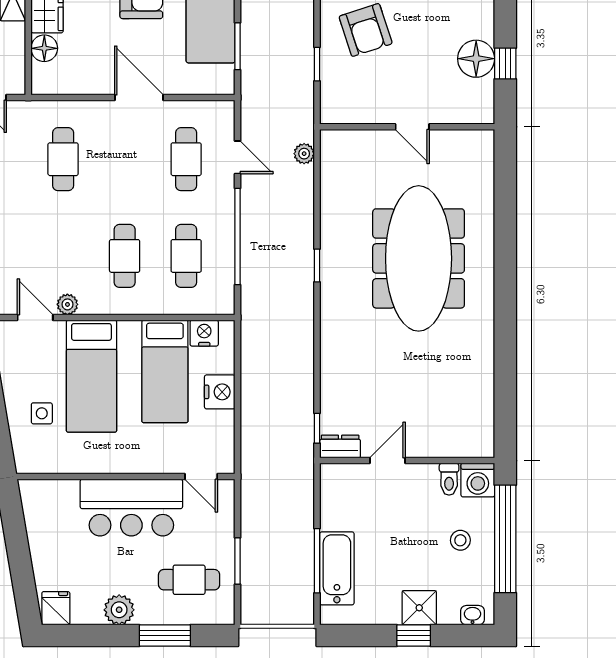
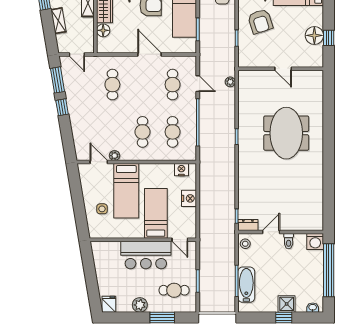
meeting table: (419, 258) -> (286, 133), width x0.73
bed: (165, 371) -> (156, 213), moved, turned 180
toilet: (449, 479) -> (289, 241), moved
stool: (460, 540) -> (245, 244), moved

